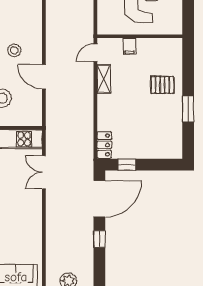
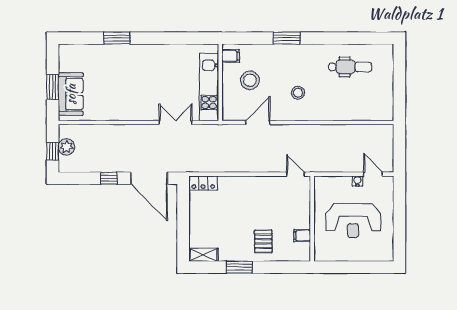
filing cabinet: (130, 46) -> (302, 236), moved
door: (44, 77) -> (258, 122), moved
shelving: (104, 79) -> (204, 255), moved
window: (127, 165) -> (183, 206), removed

